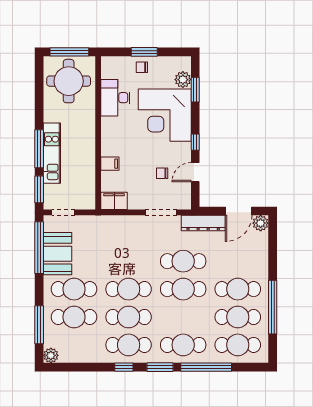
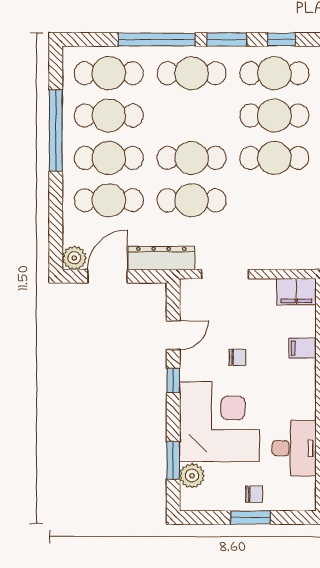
chair: (162, 173) -> (237, 357), moved
cafe table: (238, 261) -> (109, 200), added

